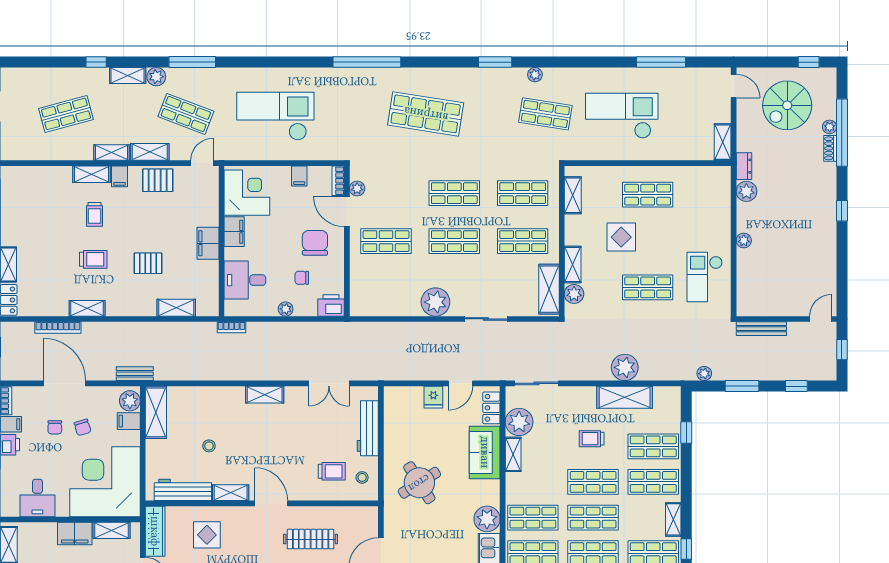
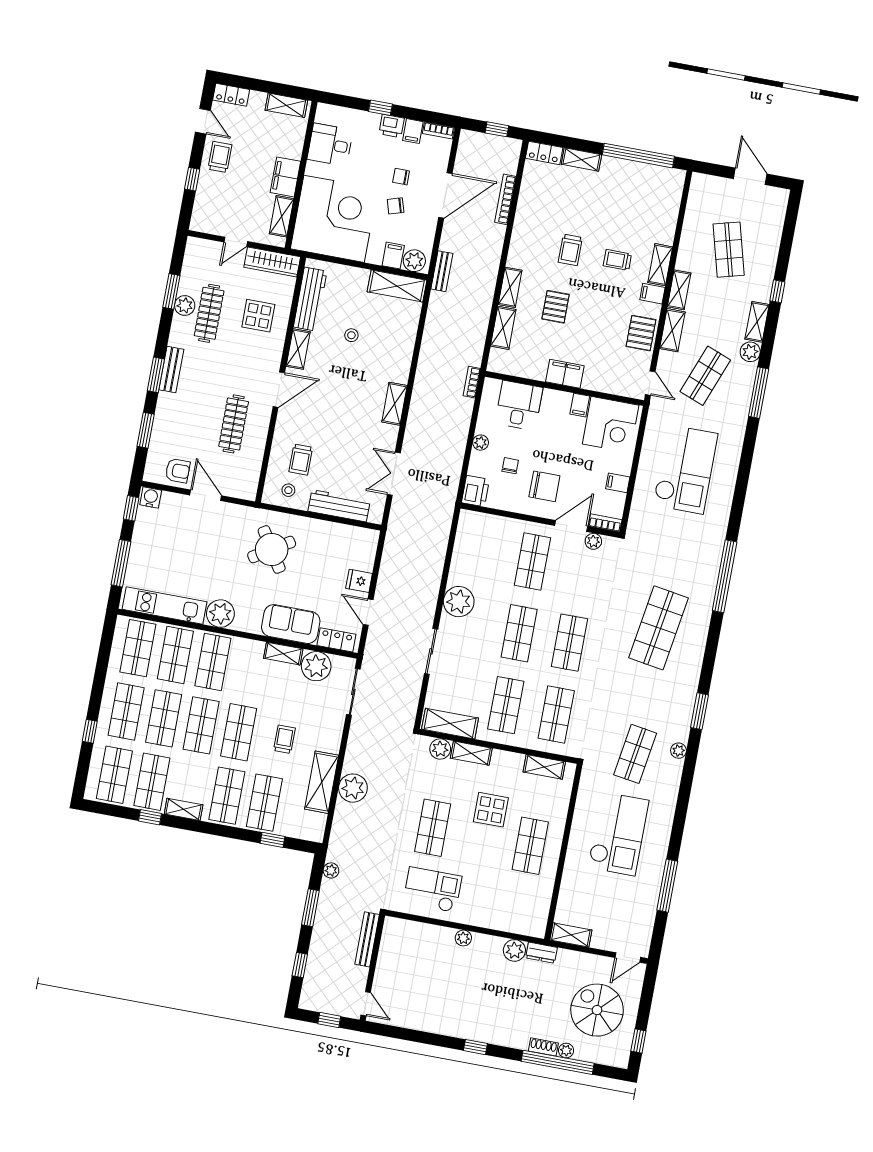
filing cabinet: (234, 232) -> (580, 405), width x0.50
shelving: (87, 308) -> (510, 287), moved

